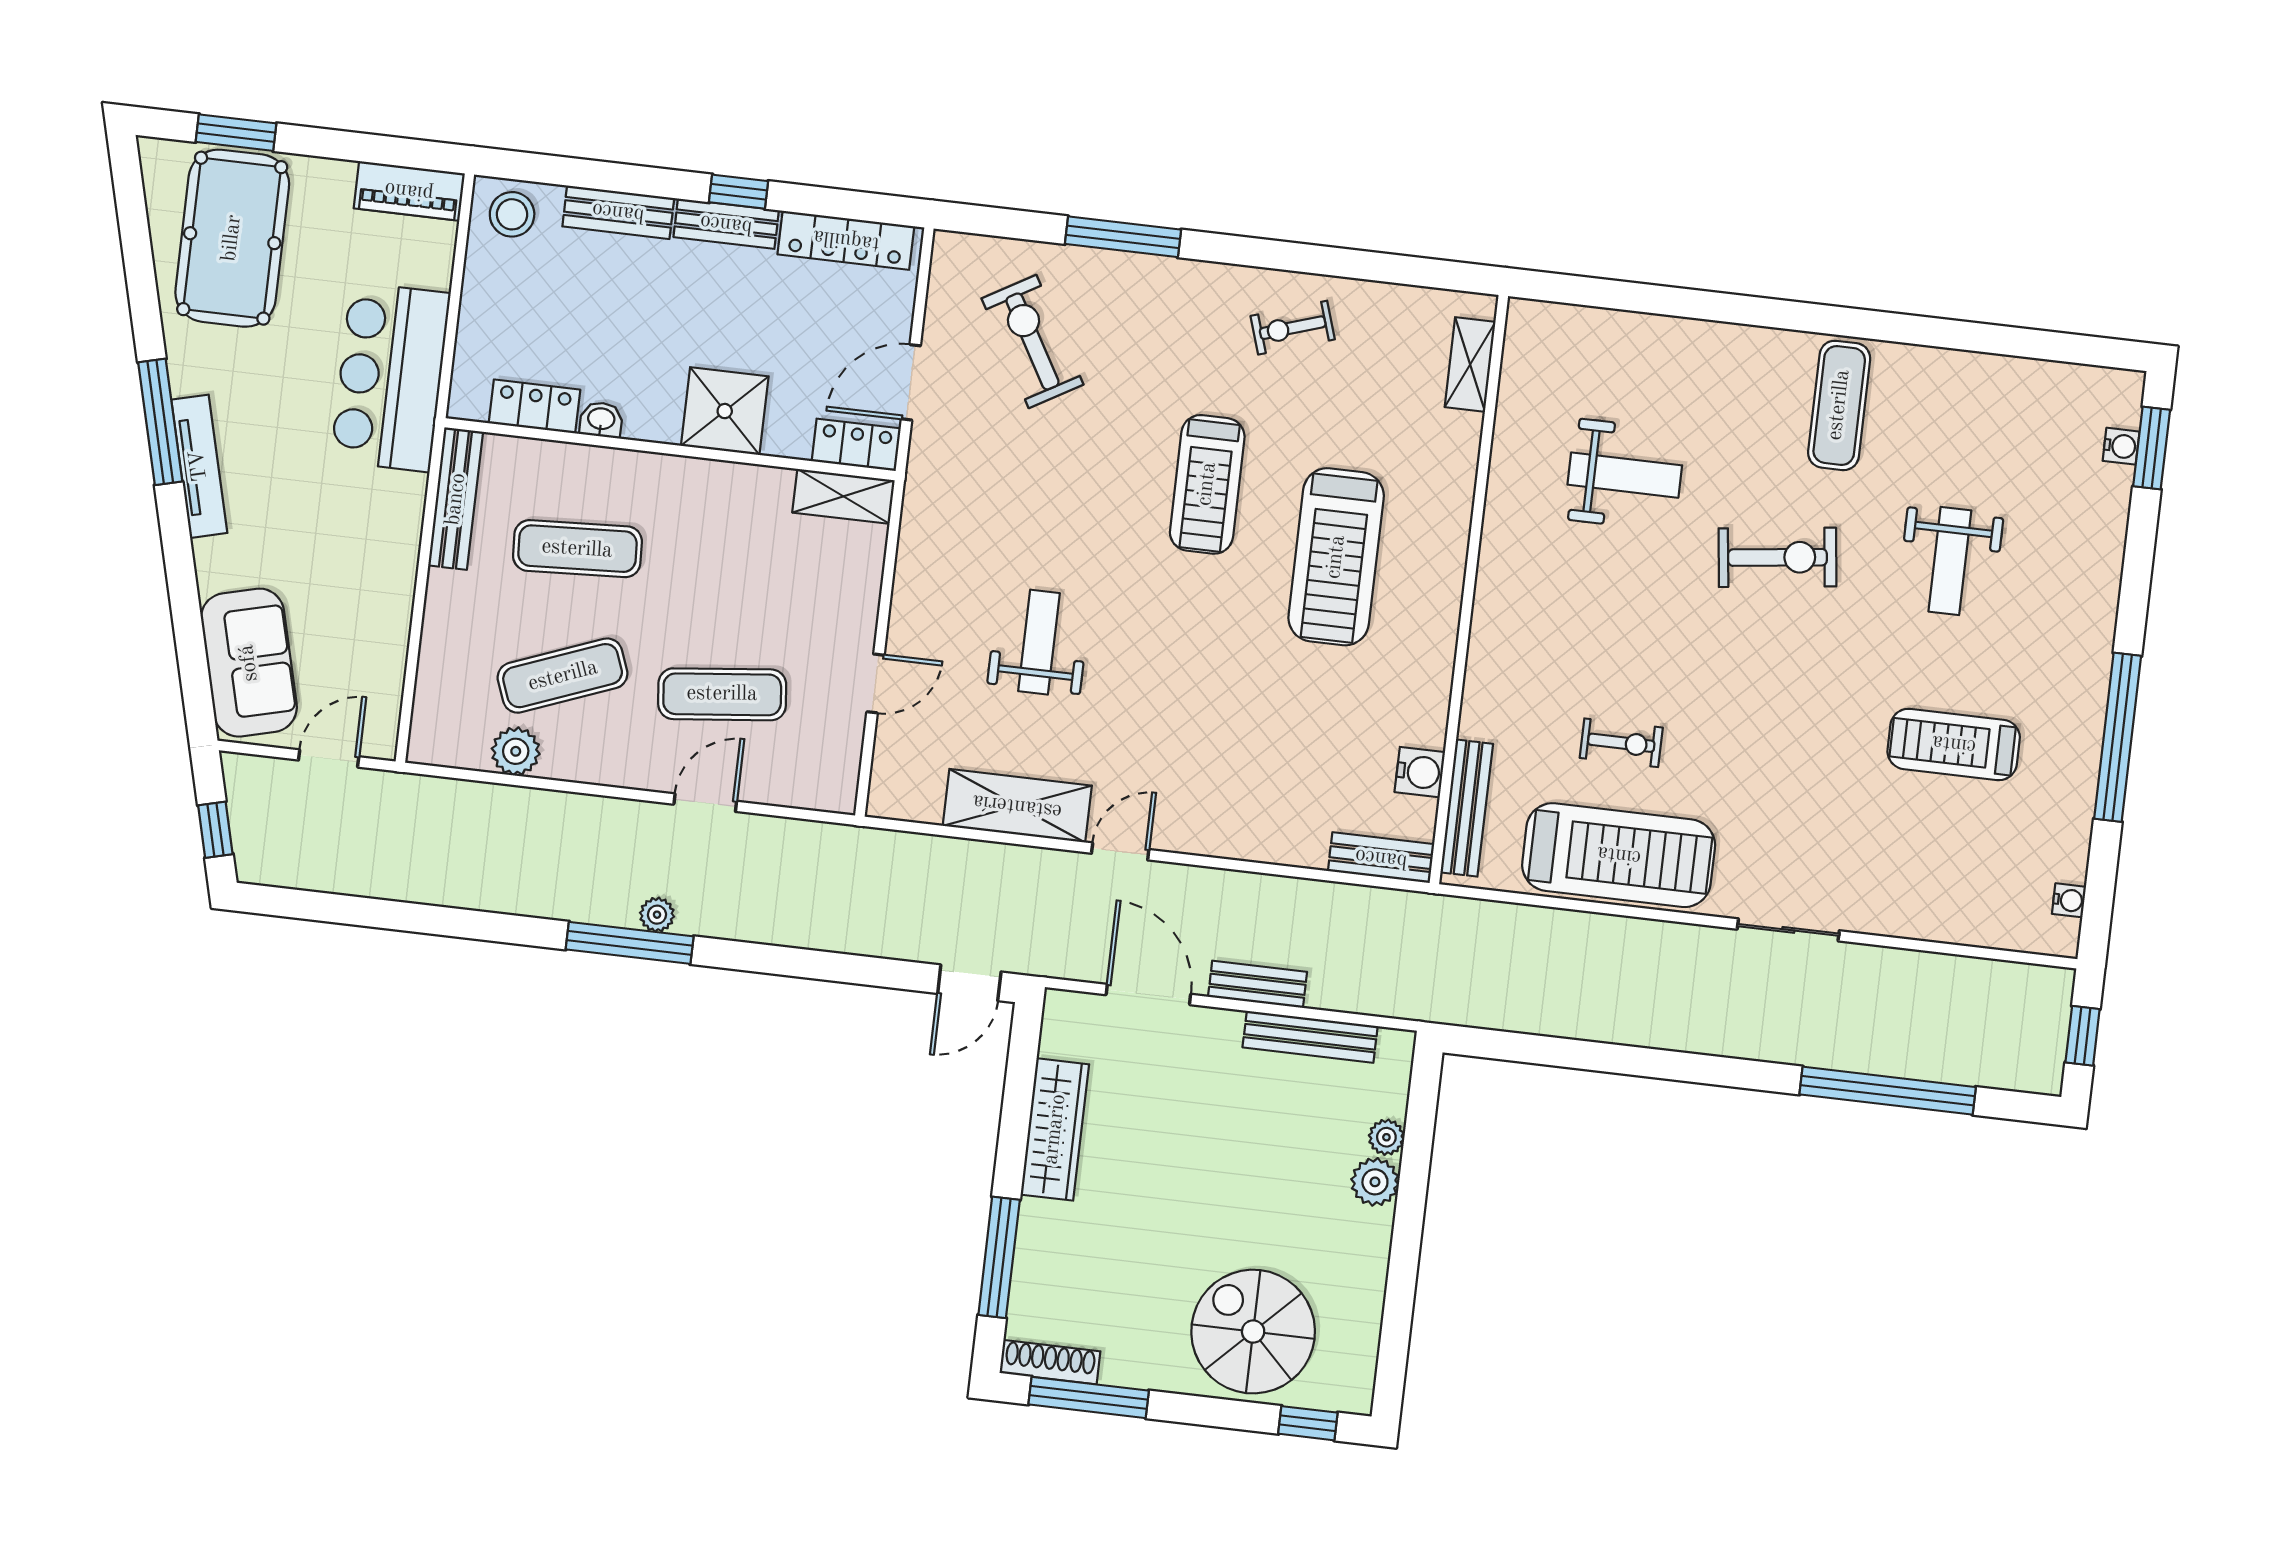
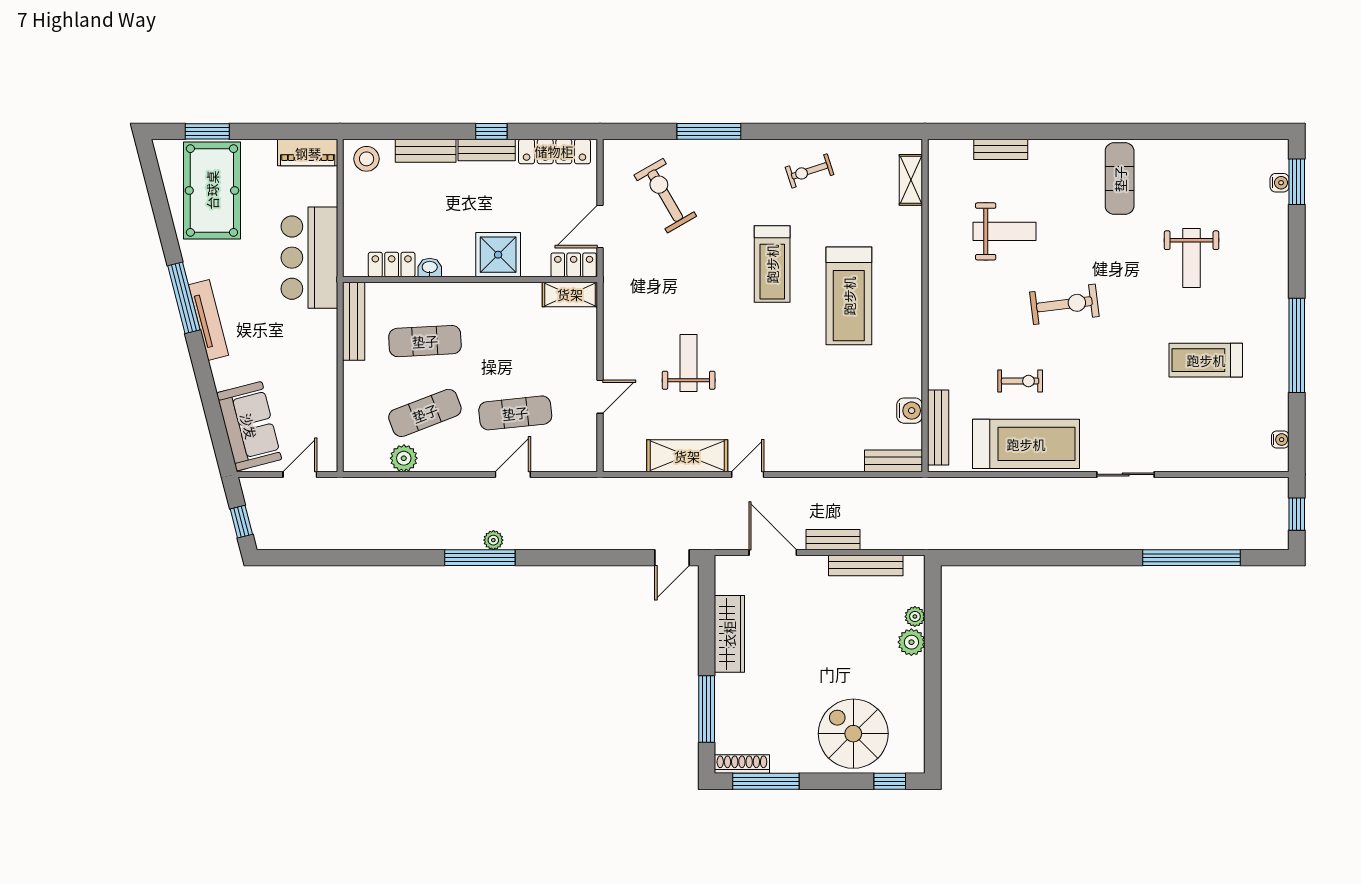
bench: (1635, 329) -> (1001, 149), added
exercise bike: (1777, 557) -> (1064, 304), moved

